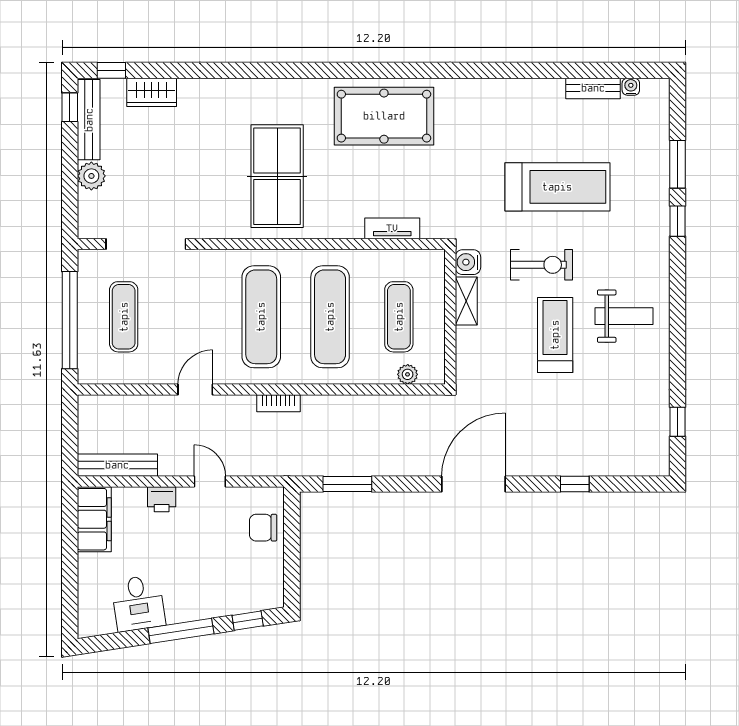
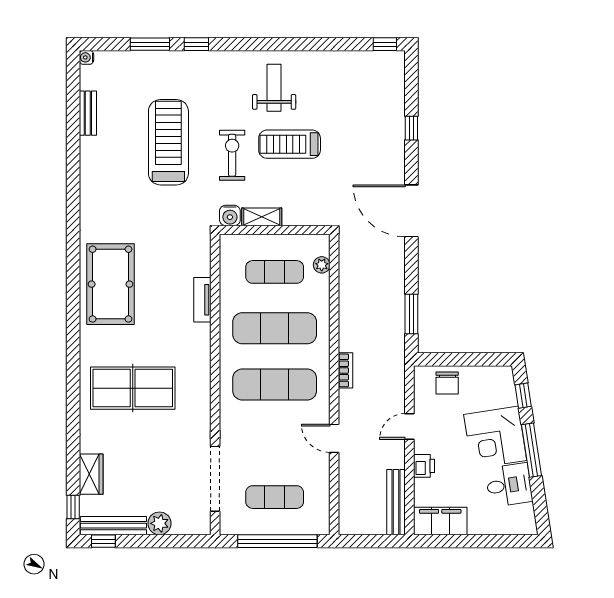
water cooler: (631, 87) -> (86, 57), moved
table tennis table: (277, 176) -> (133, 388), moved
tv unit: (392, 228) -> (202, 300), moved
window: (677, 422) -> (385, 44), moved
corner desk: (197, 586) -> (495, 437), added

